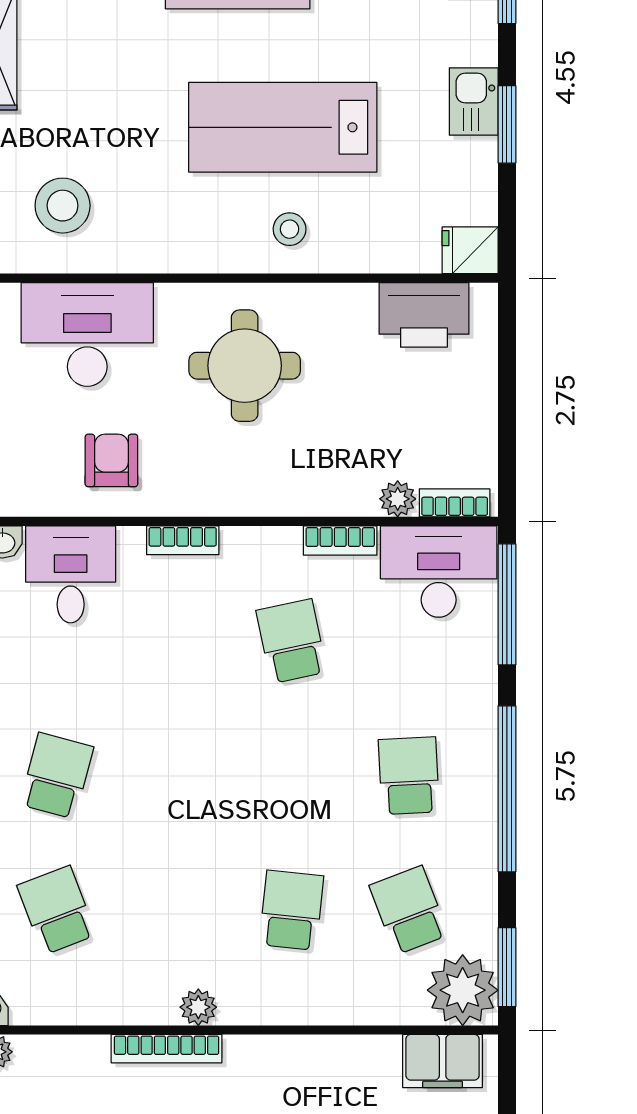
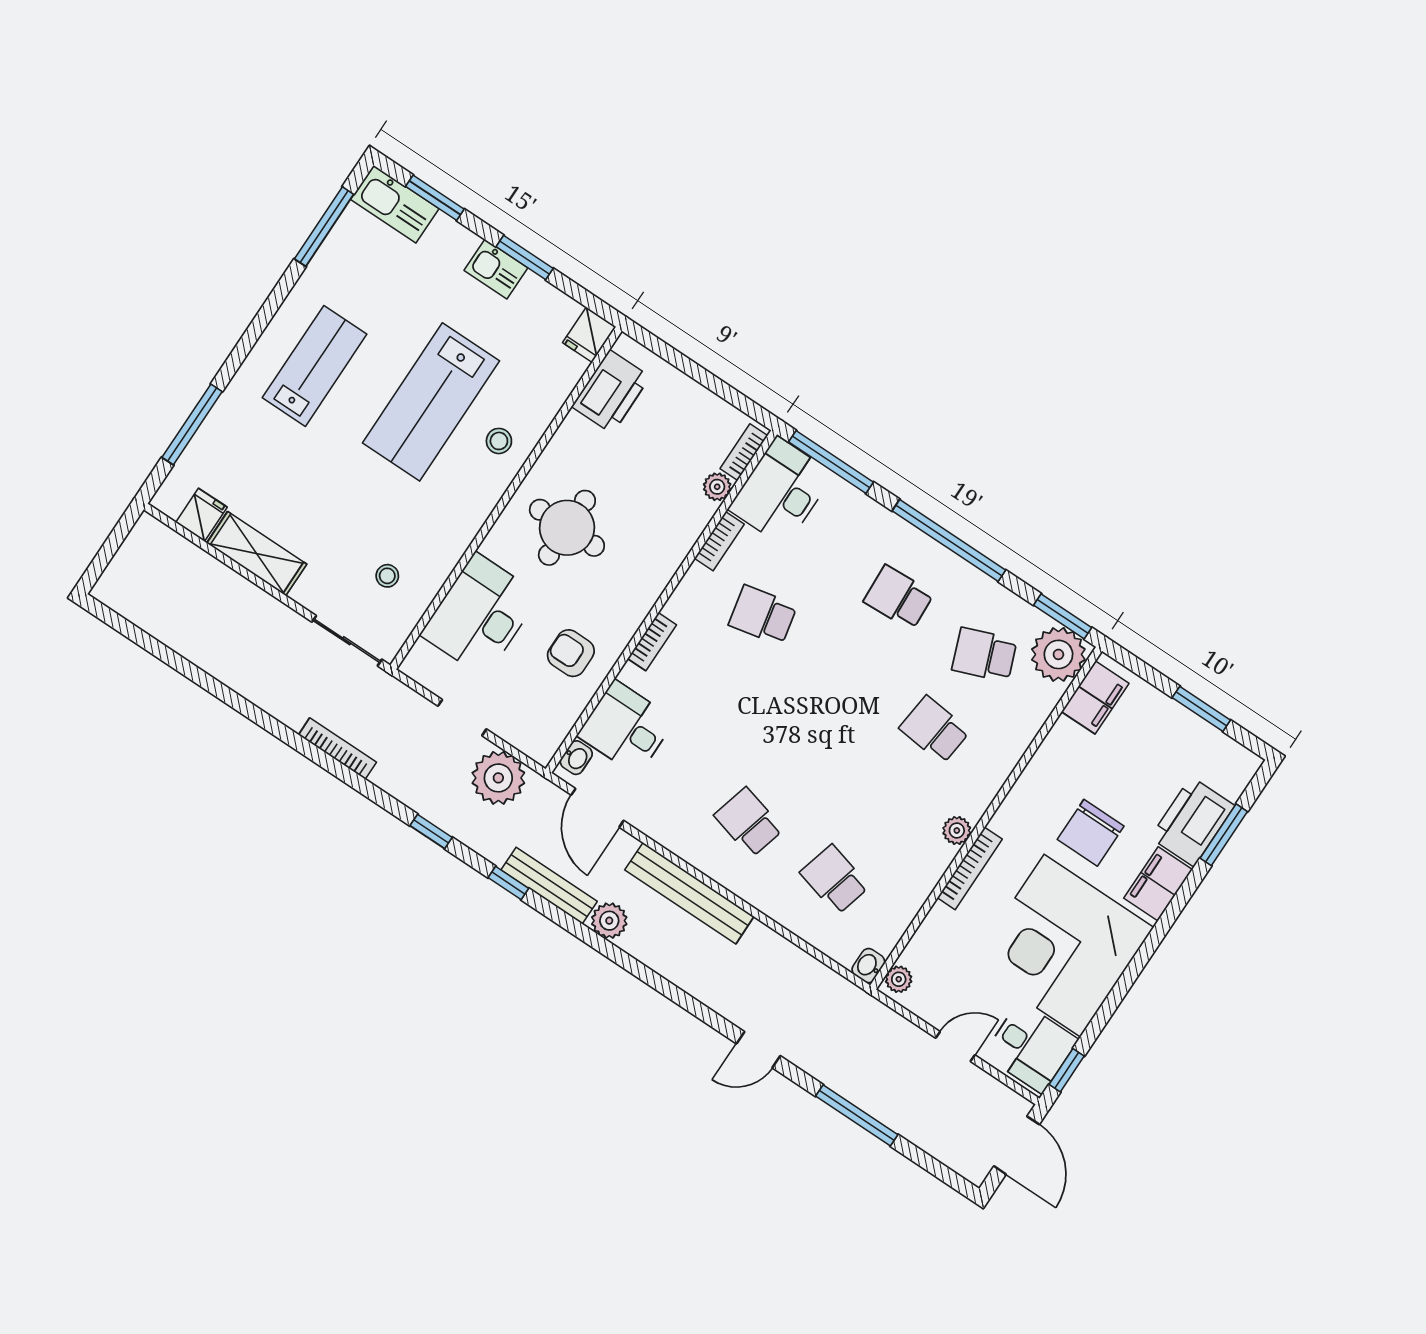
stool: (63, 206) -> (387, 576), width x0.53, depth x0.53
school desk: (57, 910) -> (835, 880), turned 36

